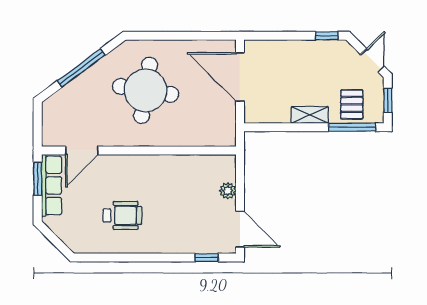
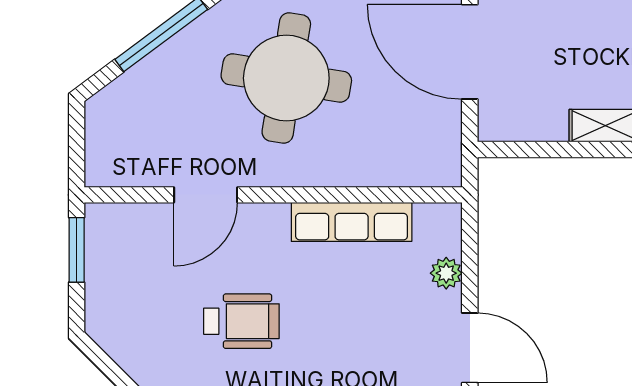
door: (82, 151) -> (206, 195), moved
row of seats: (52, 185) -> (352, 222), moved, turned 90

